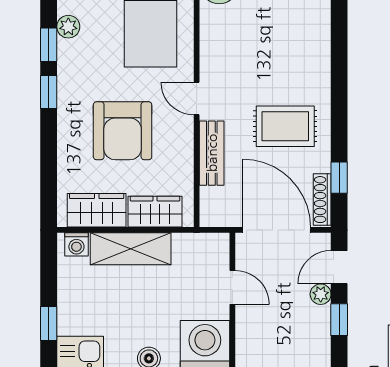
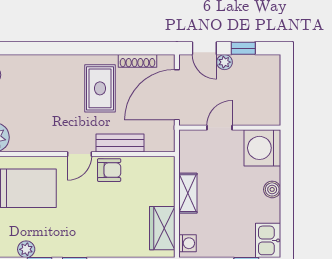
armchair: (123, 131) -> (109, 170), moved, width x0.53, depth x0.53
window: (339, 178) -> (138, 48), removed
shoe rack: (322, 200) -> (137, 61), moved
wardrobe: (155, 212) -> (163, 185), removed
shelving: (131, 249) -> (188, 193), width x0.67, depth x0.75

